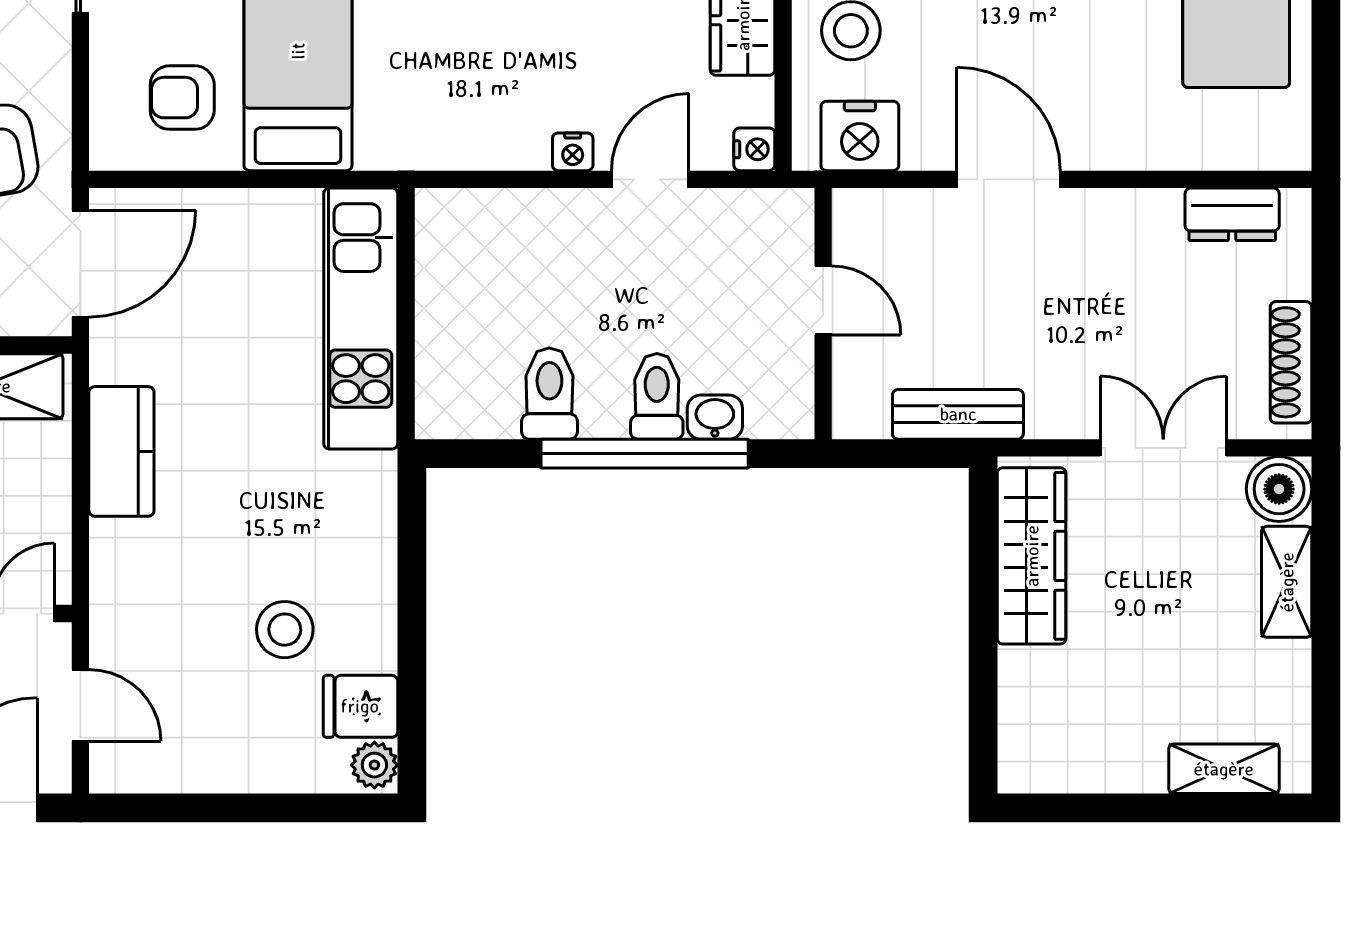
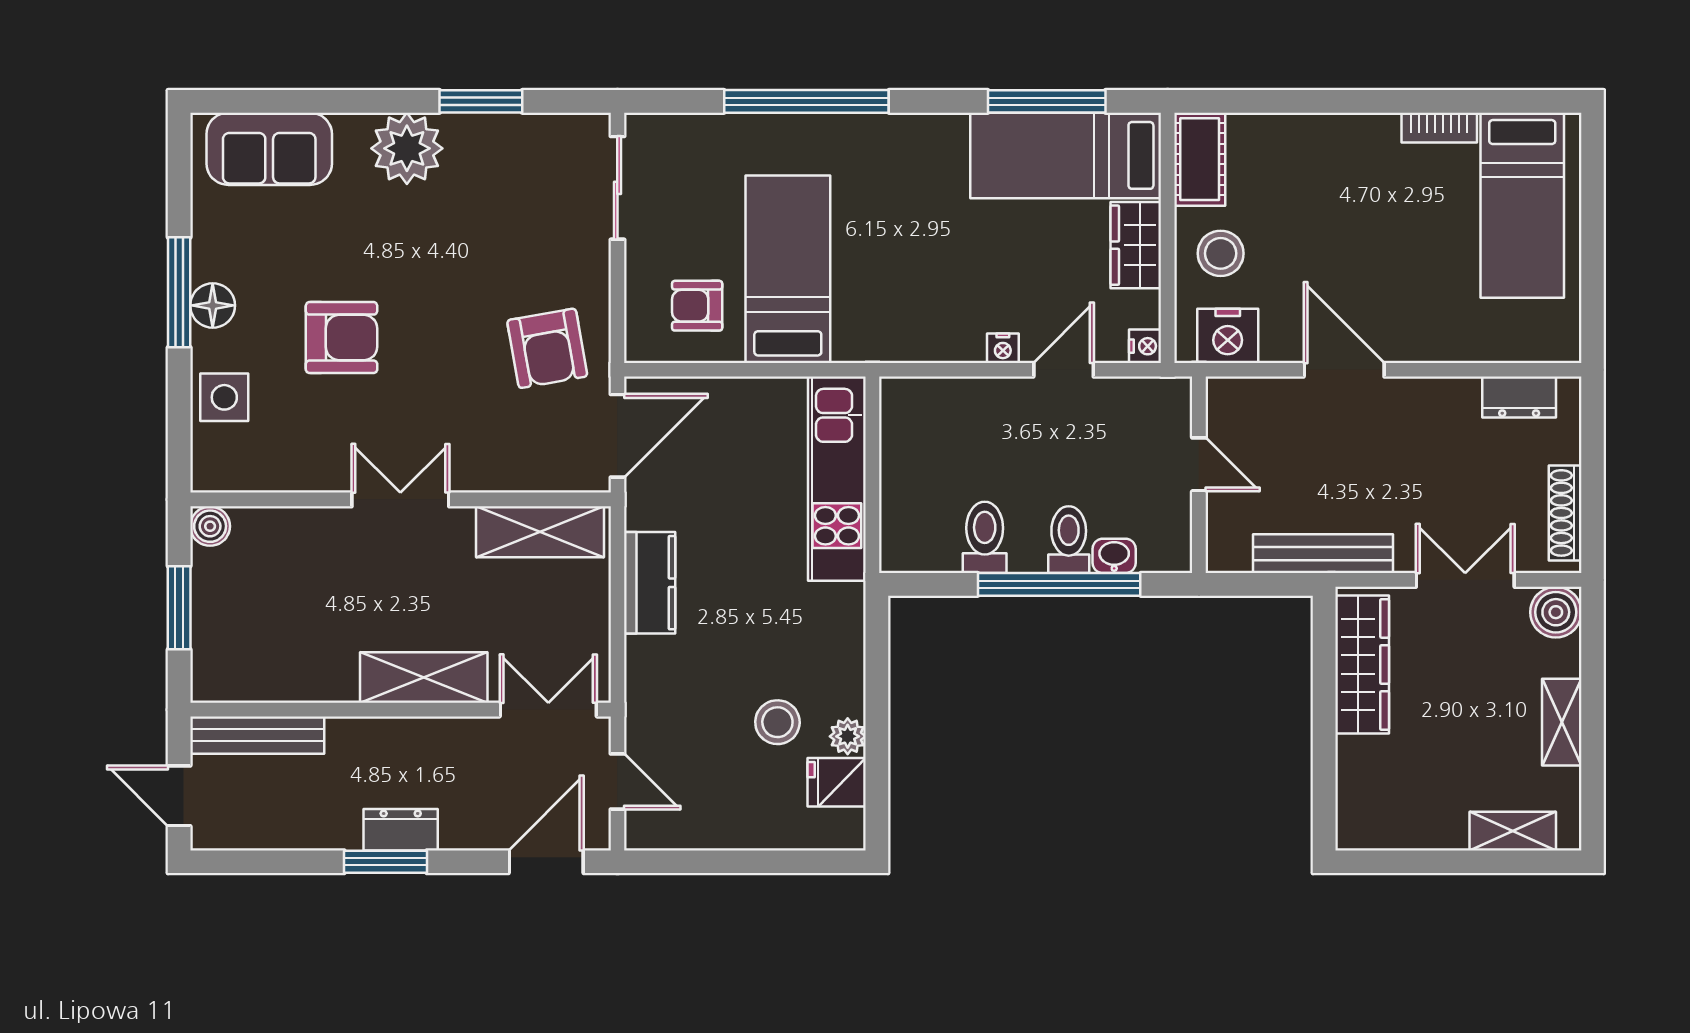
bench: (958, 414) -> (1323, 554), width x1.36
shelving: (1287, 582) -> (1562, 722), moved
plant: (374, 765) -> (848, 736), moved

